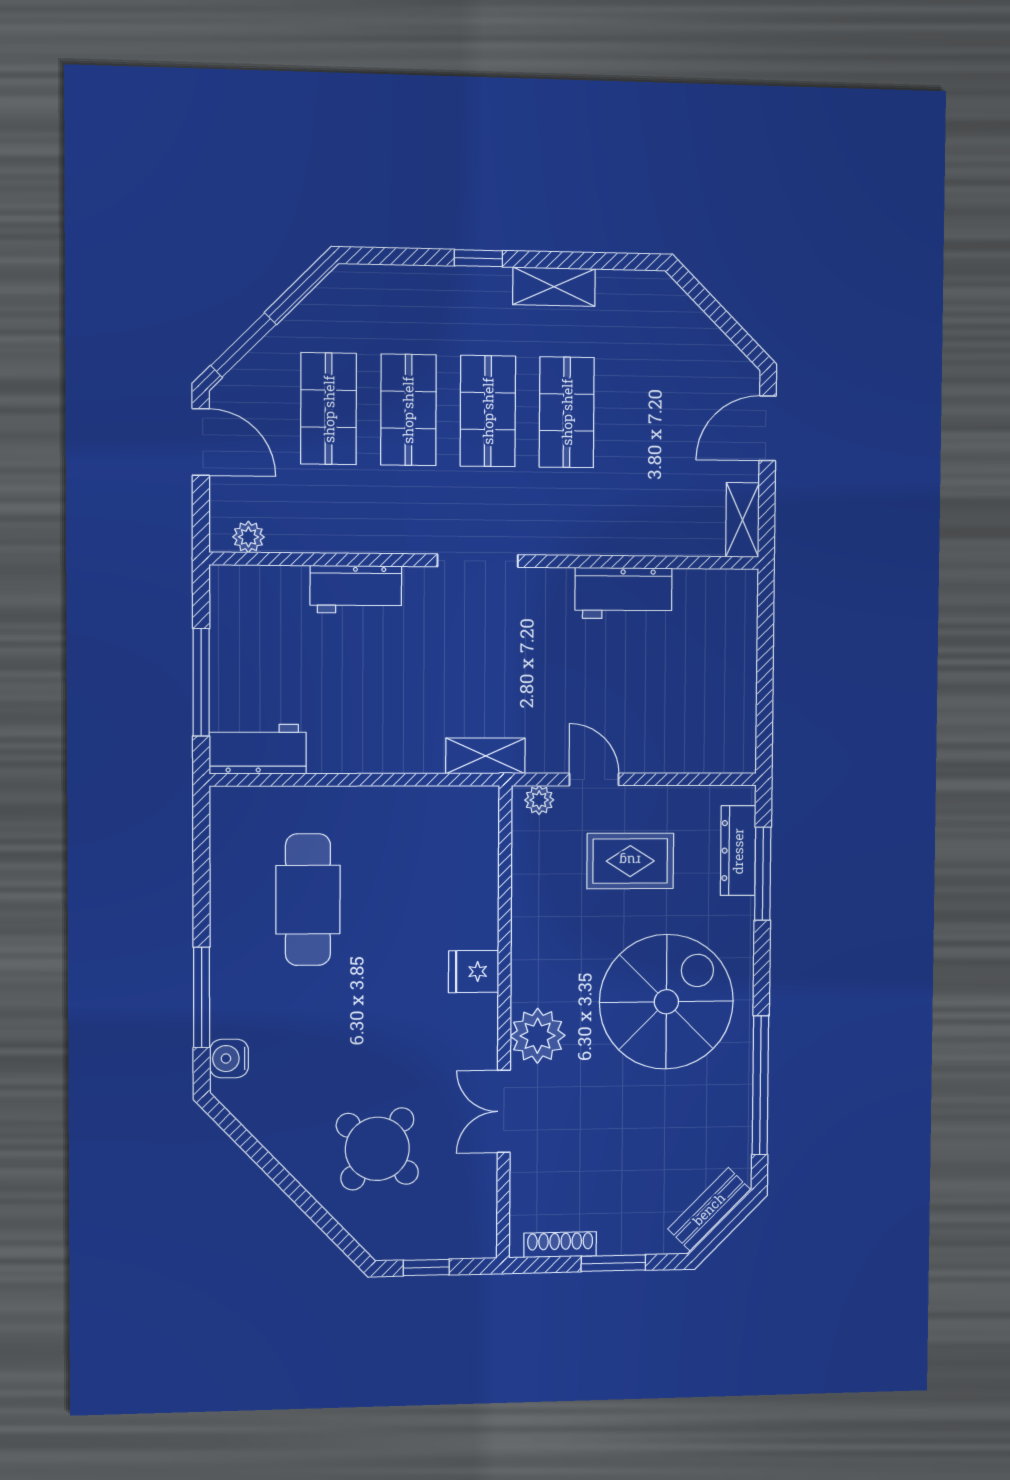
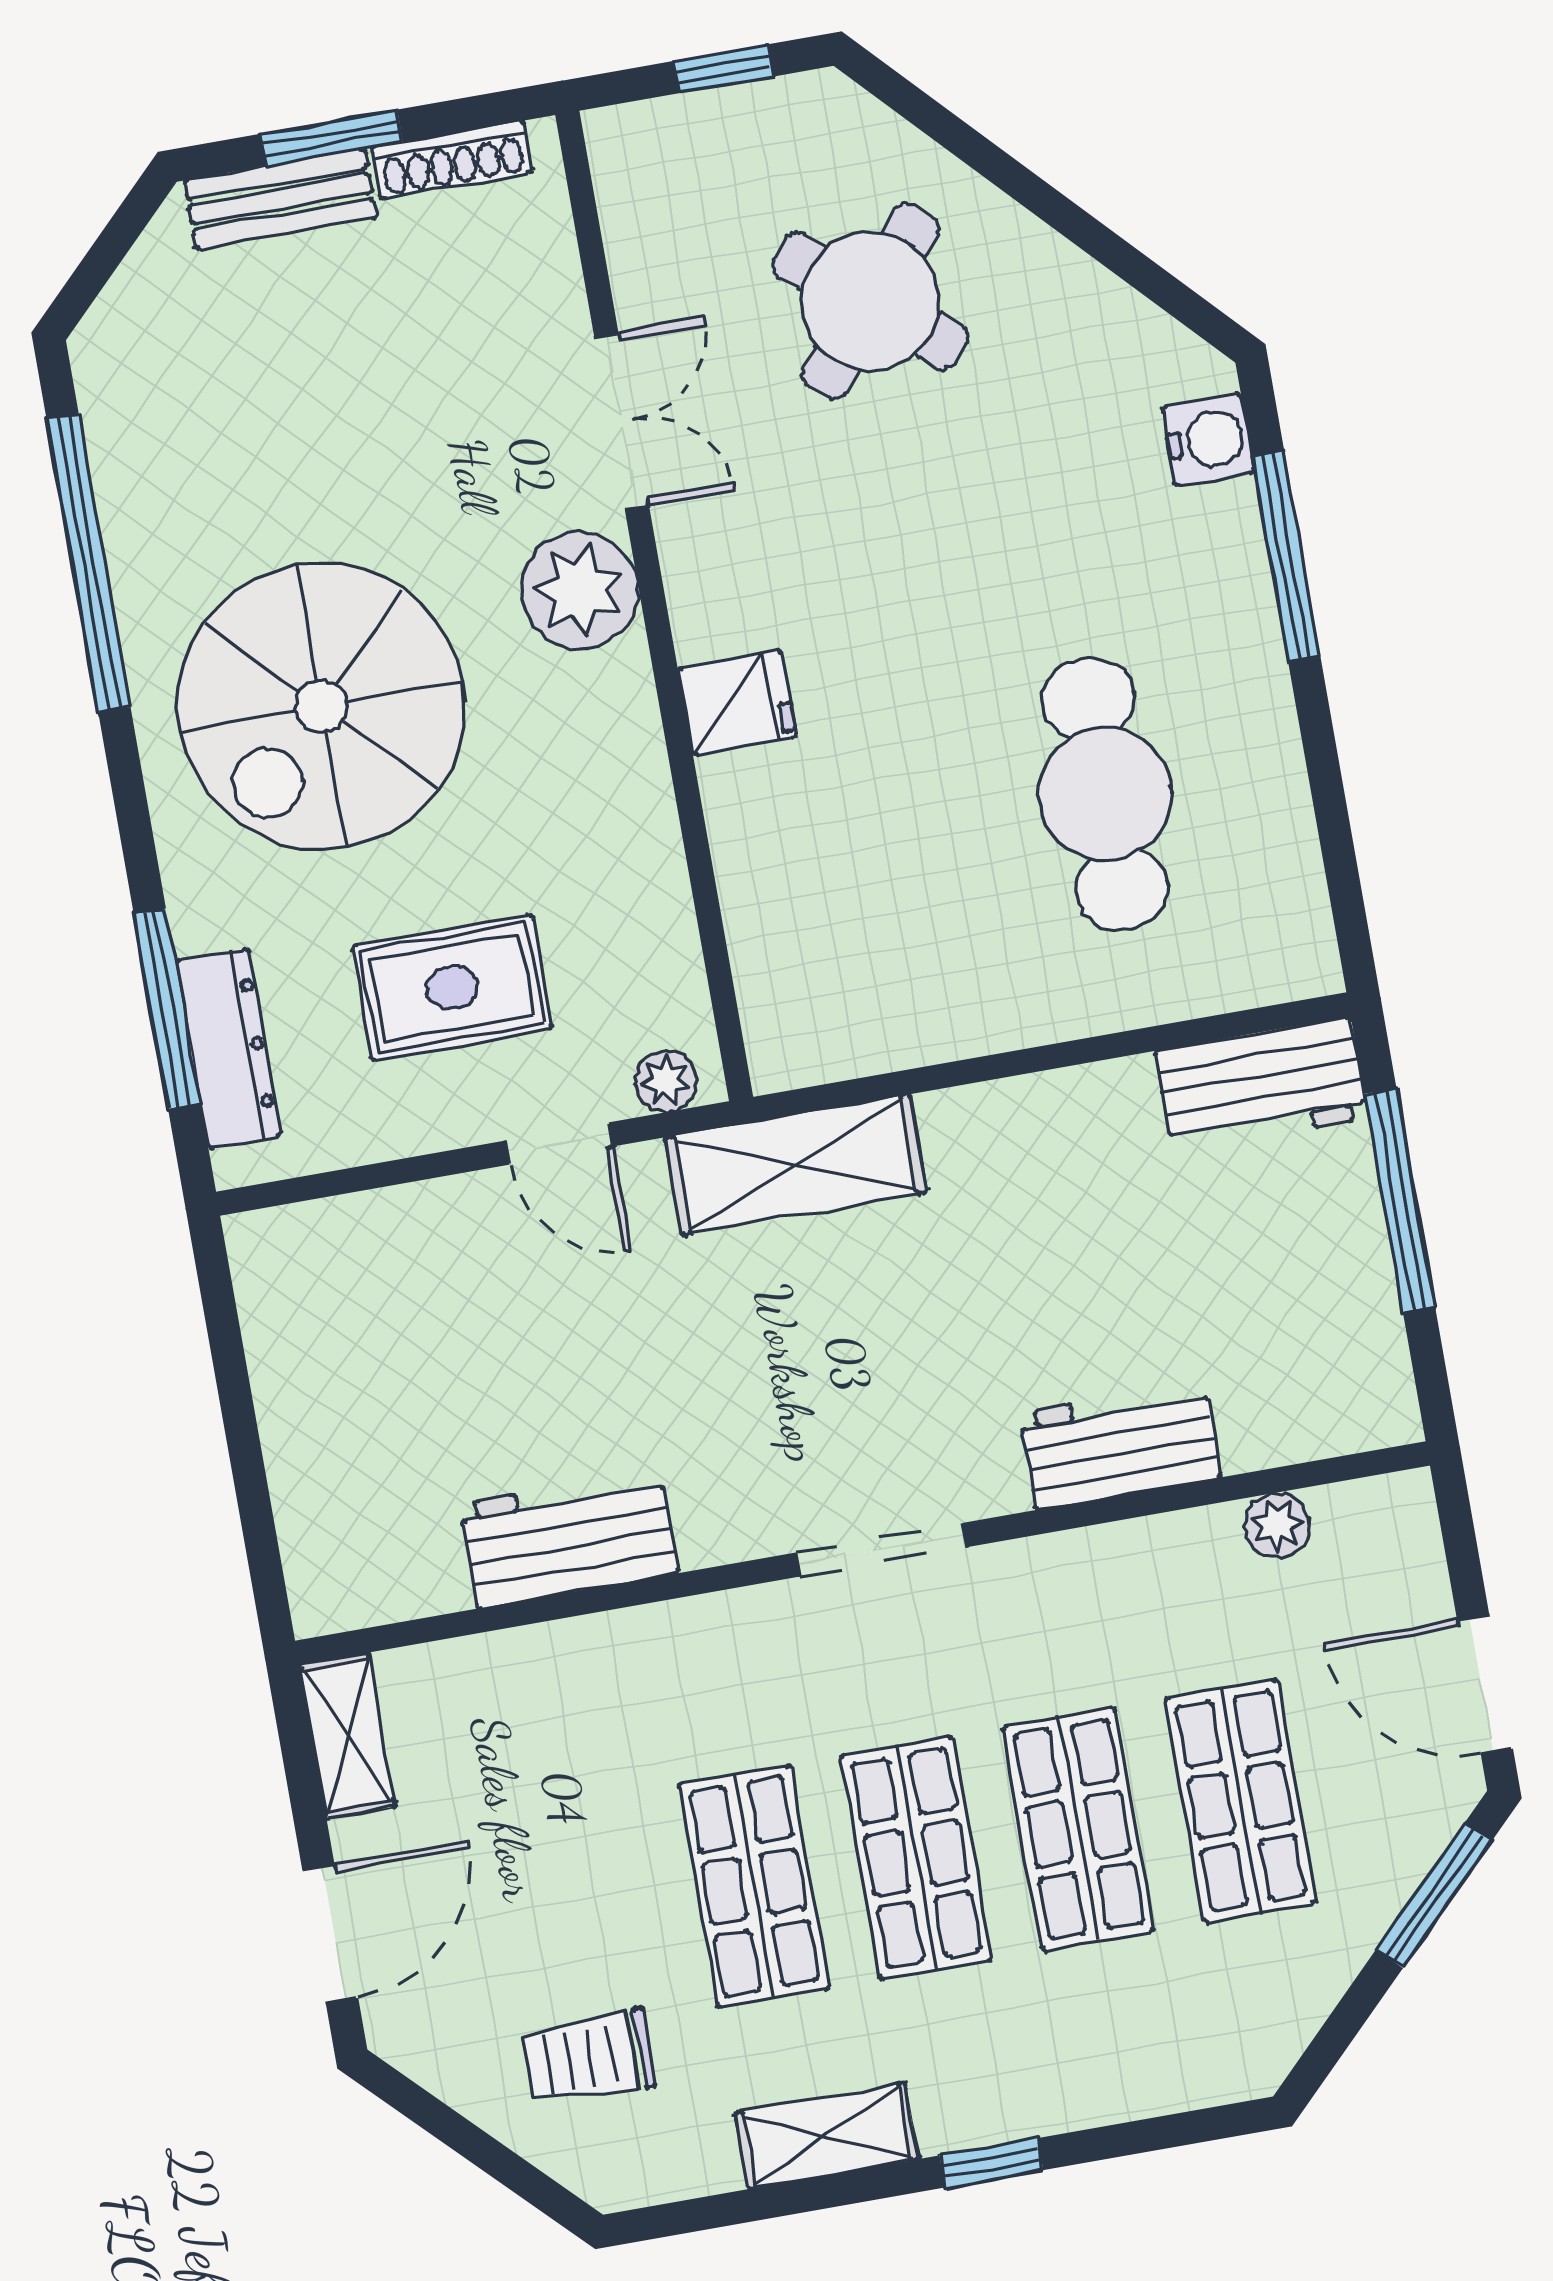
trolley: (659, 346) -> (589, 2058), added
plant: (248, 537) -> (1277, 1525), moved
shelving: (485, 756) -> (796, 1165), width x1.50, depth x1.33
bench: (709, 1209) -> (281, 199), moved, turned 45

